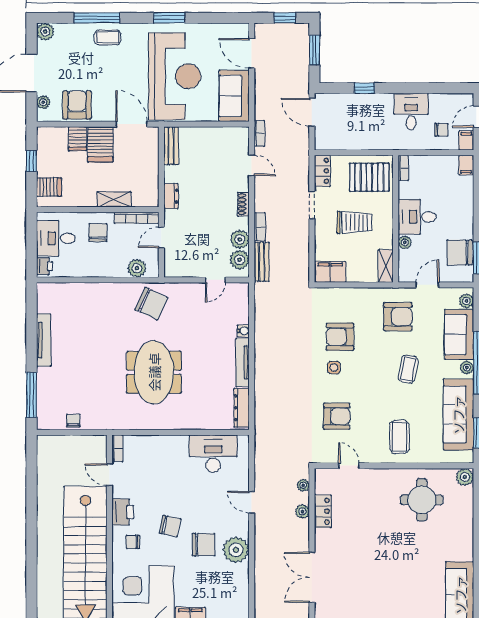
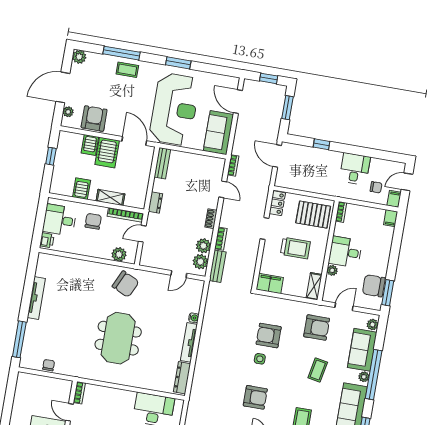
server rack: (49, 187) -> (82, 189), moved, turned -90

